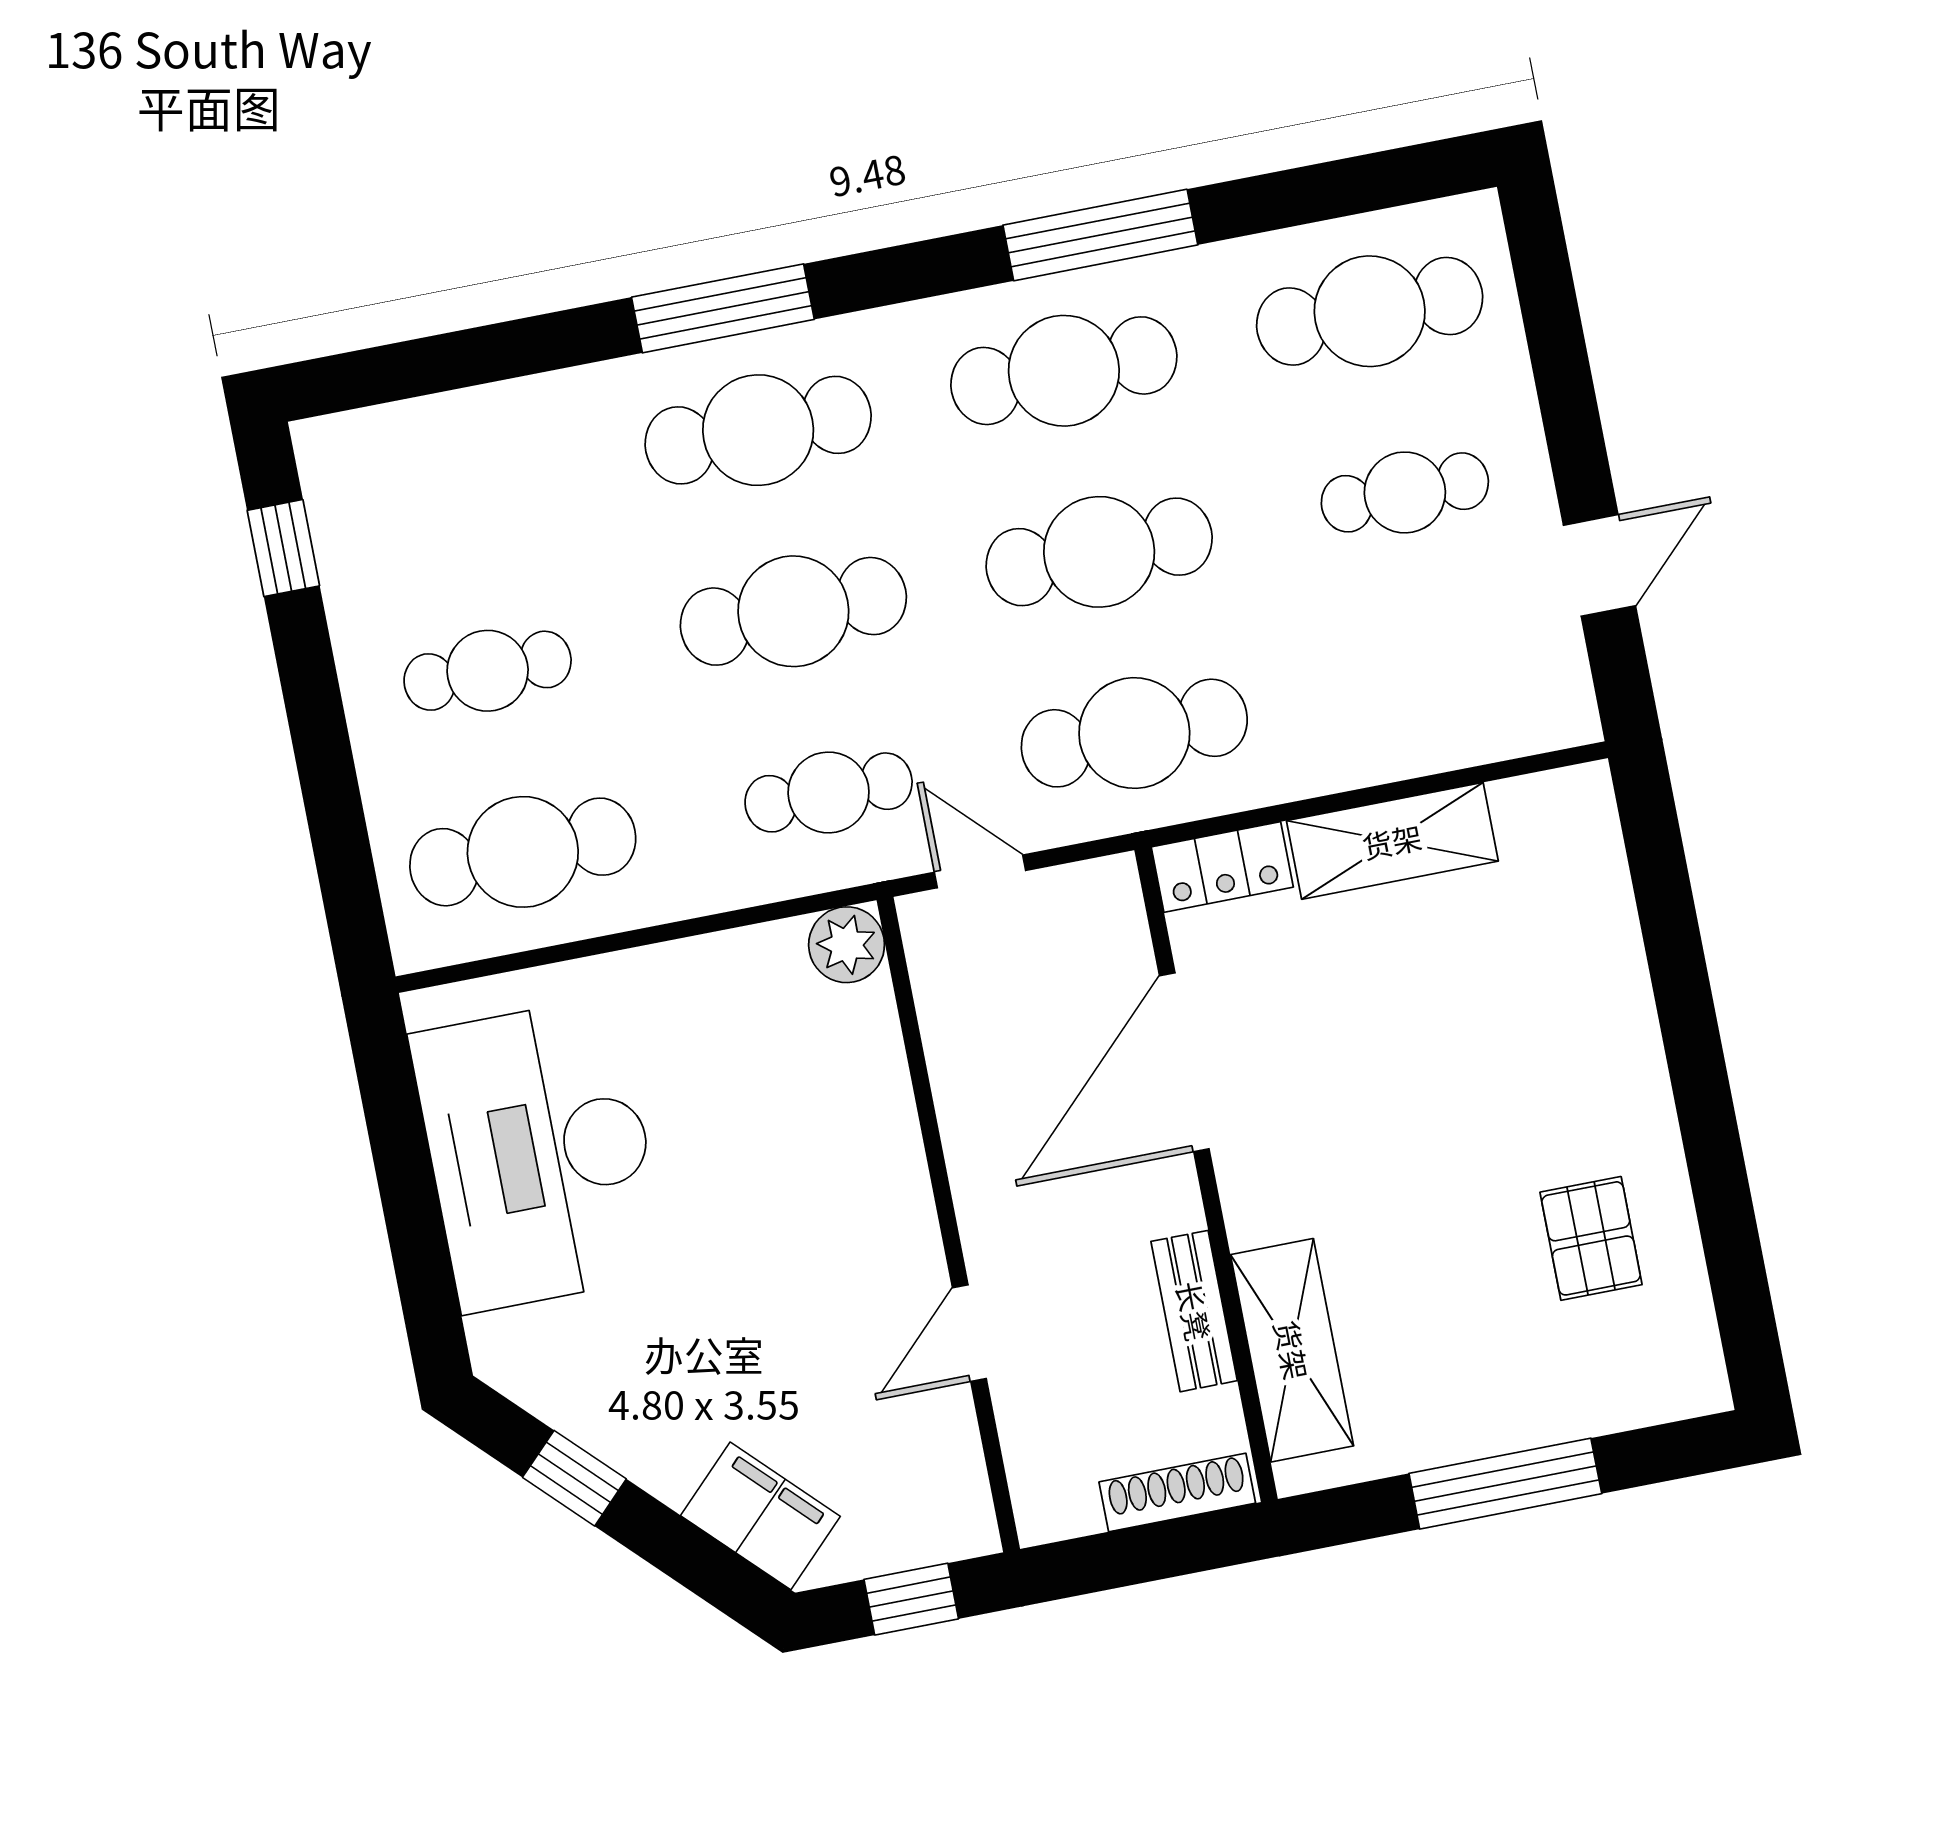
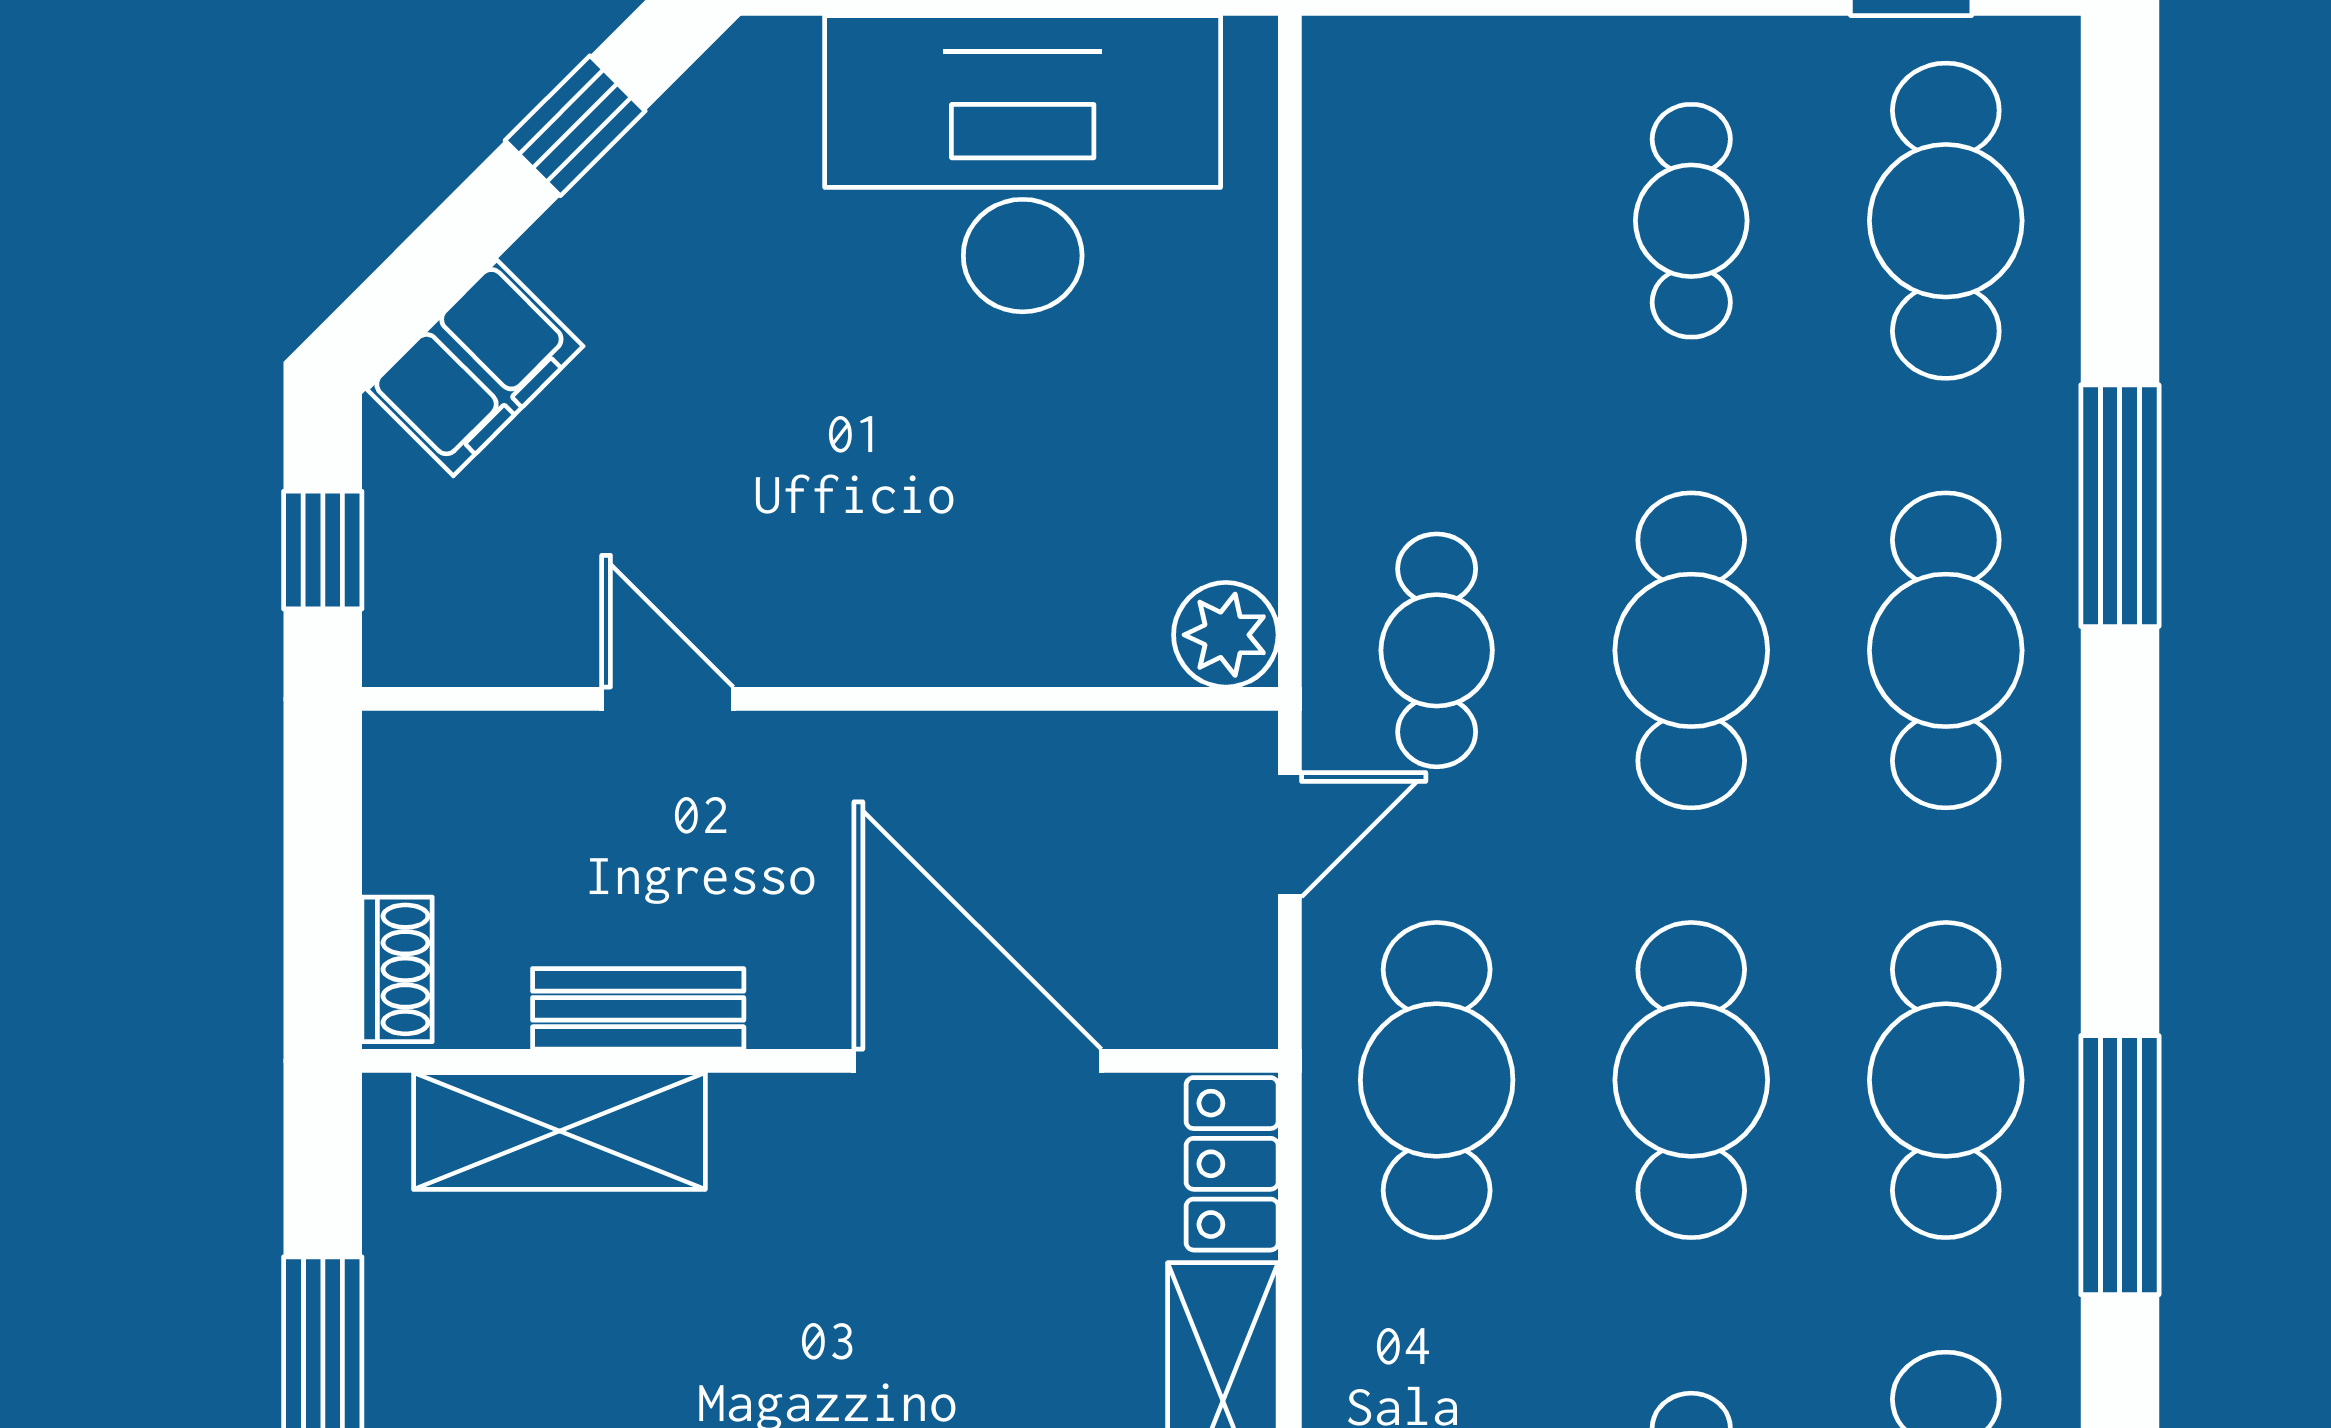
window: (723, 308) -> (2120, 506), moved
cafe table: (523, 852) -> (1946, 221), moved
shoe rack: (1177, 1492) -> (397, 969), width x0.70

